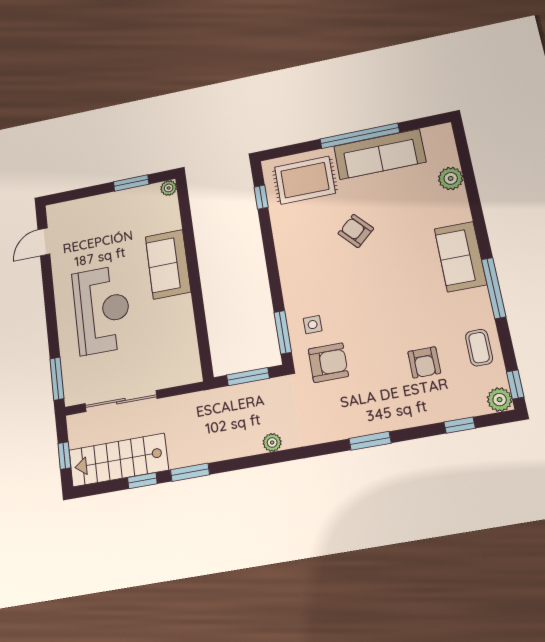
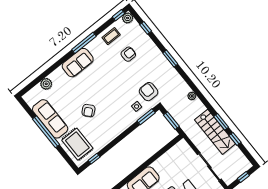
stairs: (119, 460) -> (215, 132), moved

